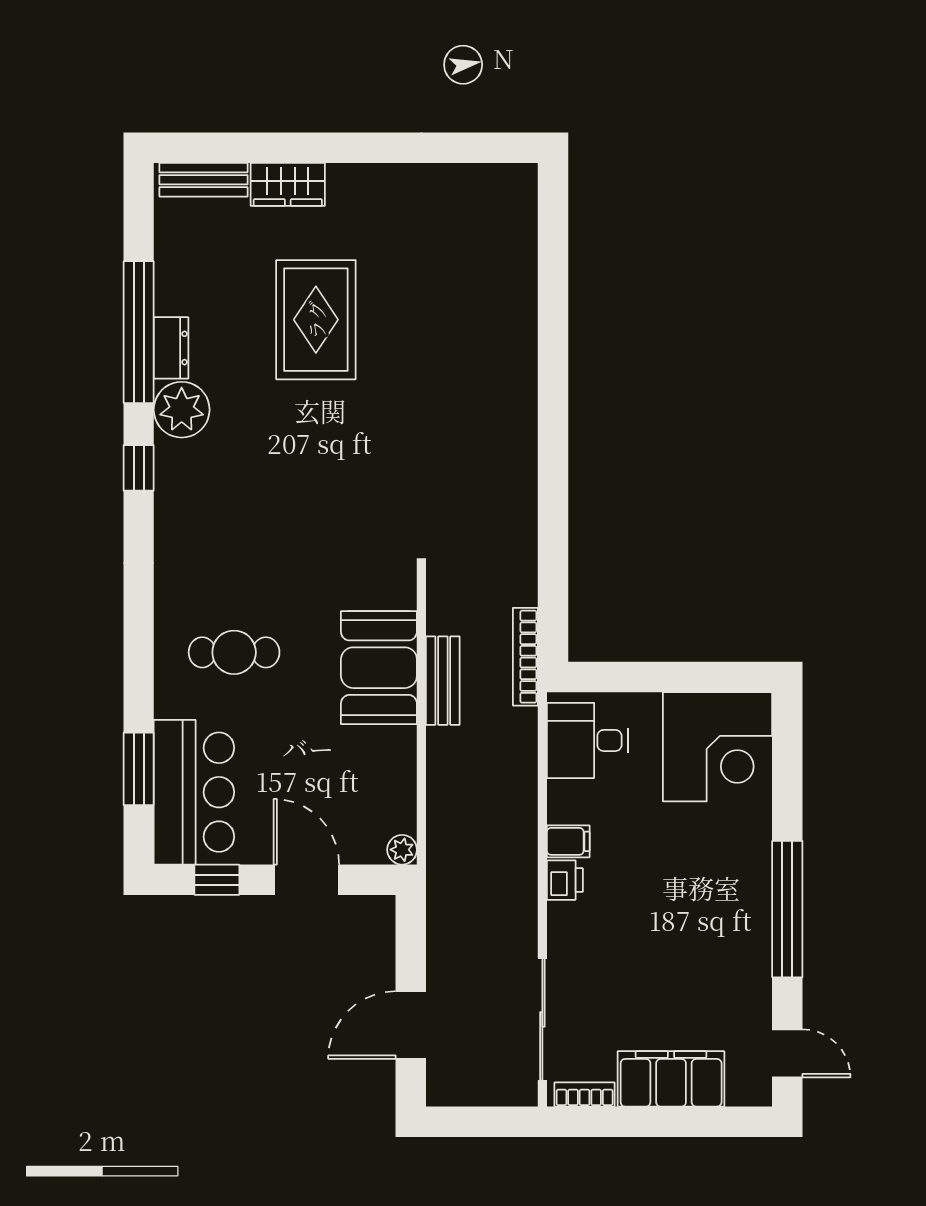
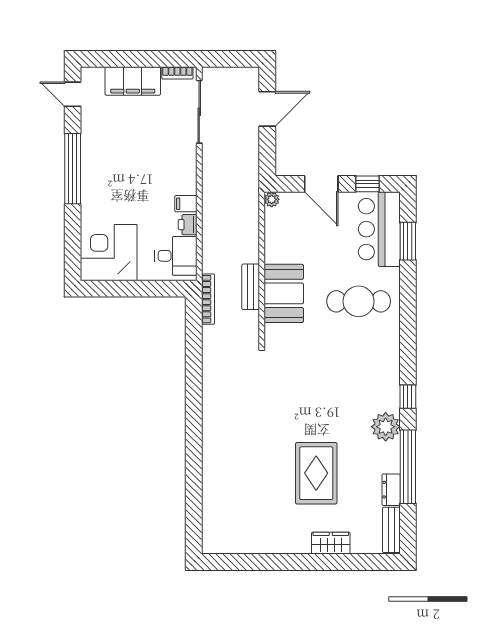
bench: (204, 180) -> (391, 530), moved, turned 90
dresser: (171, 348) -> (391, 490), moved
cafe table: (234, 652) -> (359, 301), width x1.37, depth x1.35
printer: (565, 880) -> (188, 225), moved

